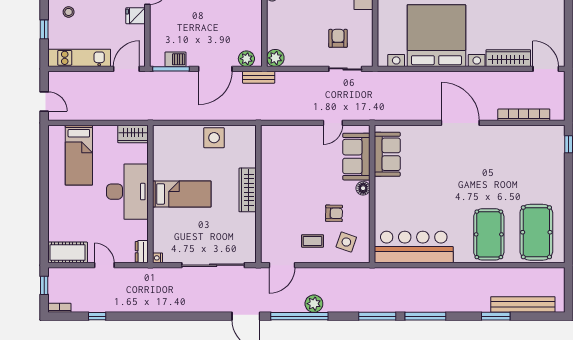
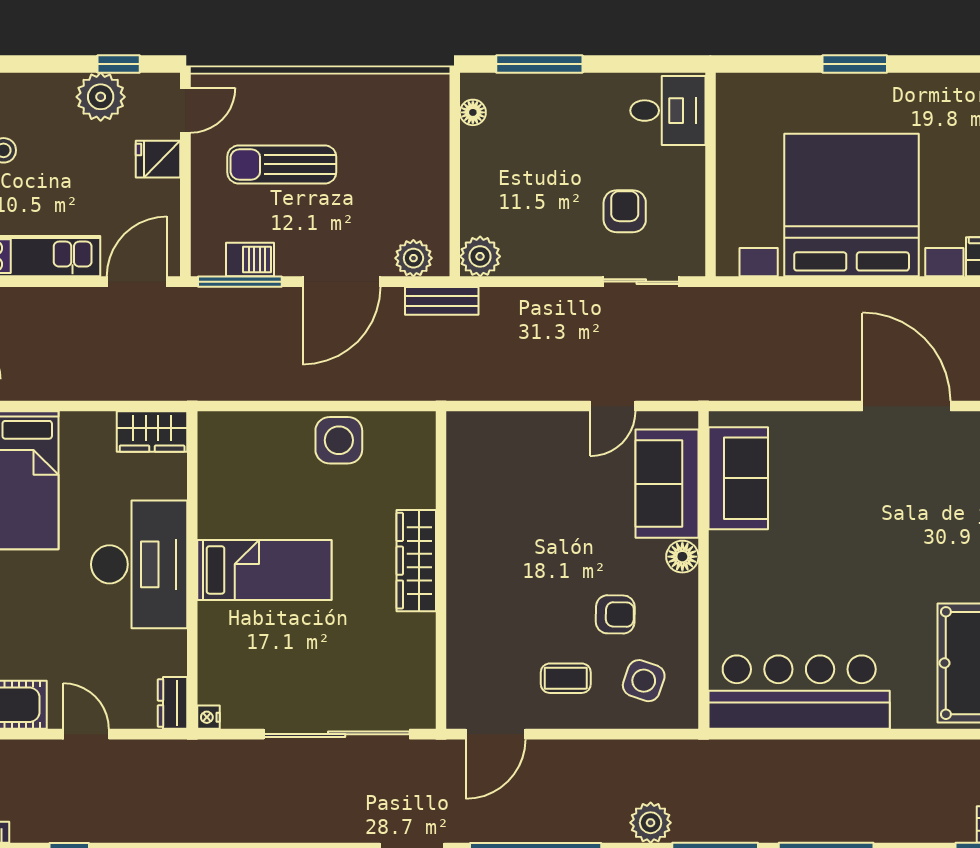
sun lounger: (189, 18) -> (282, 164), added
plant: (314, 304) -> (651, 823), moved

